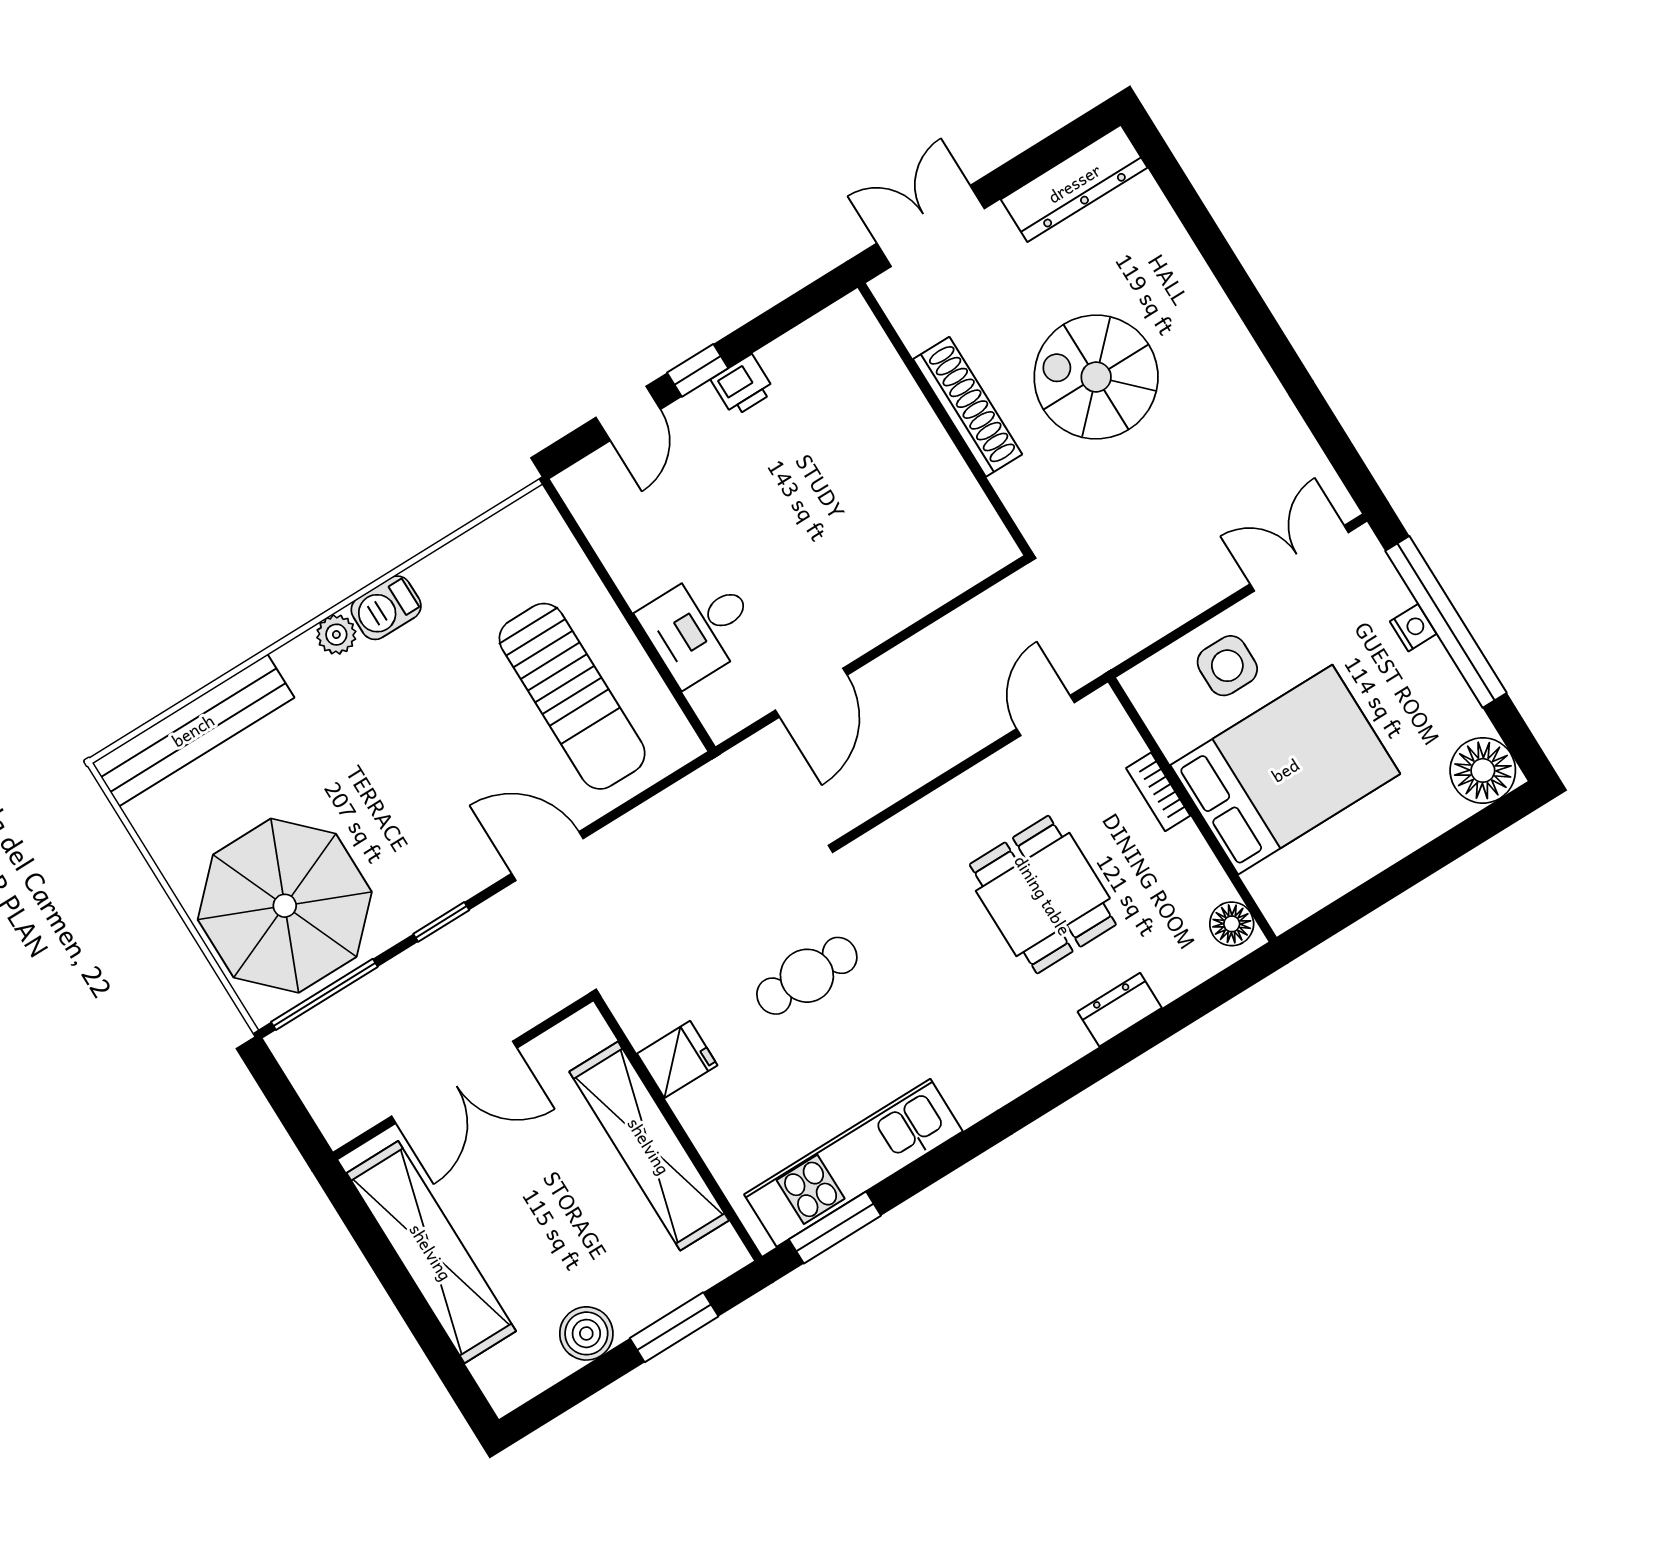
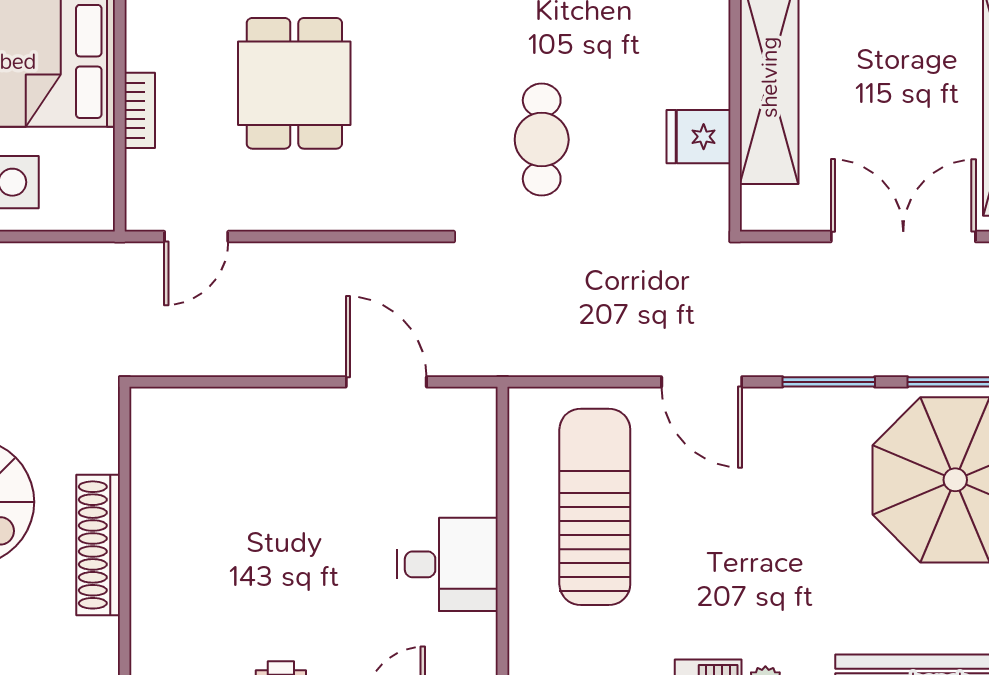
desk: (699, 626) -> (447, 564), moved
door: (811, 693) -> (386, 382), hinge flipped
window: (441, 922) -> (829, 382), width x1.50
cafe table: (807, 976) -> (542, 140), turned 90

